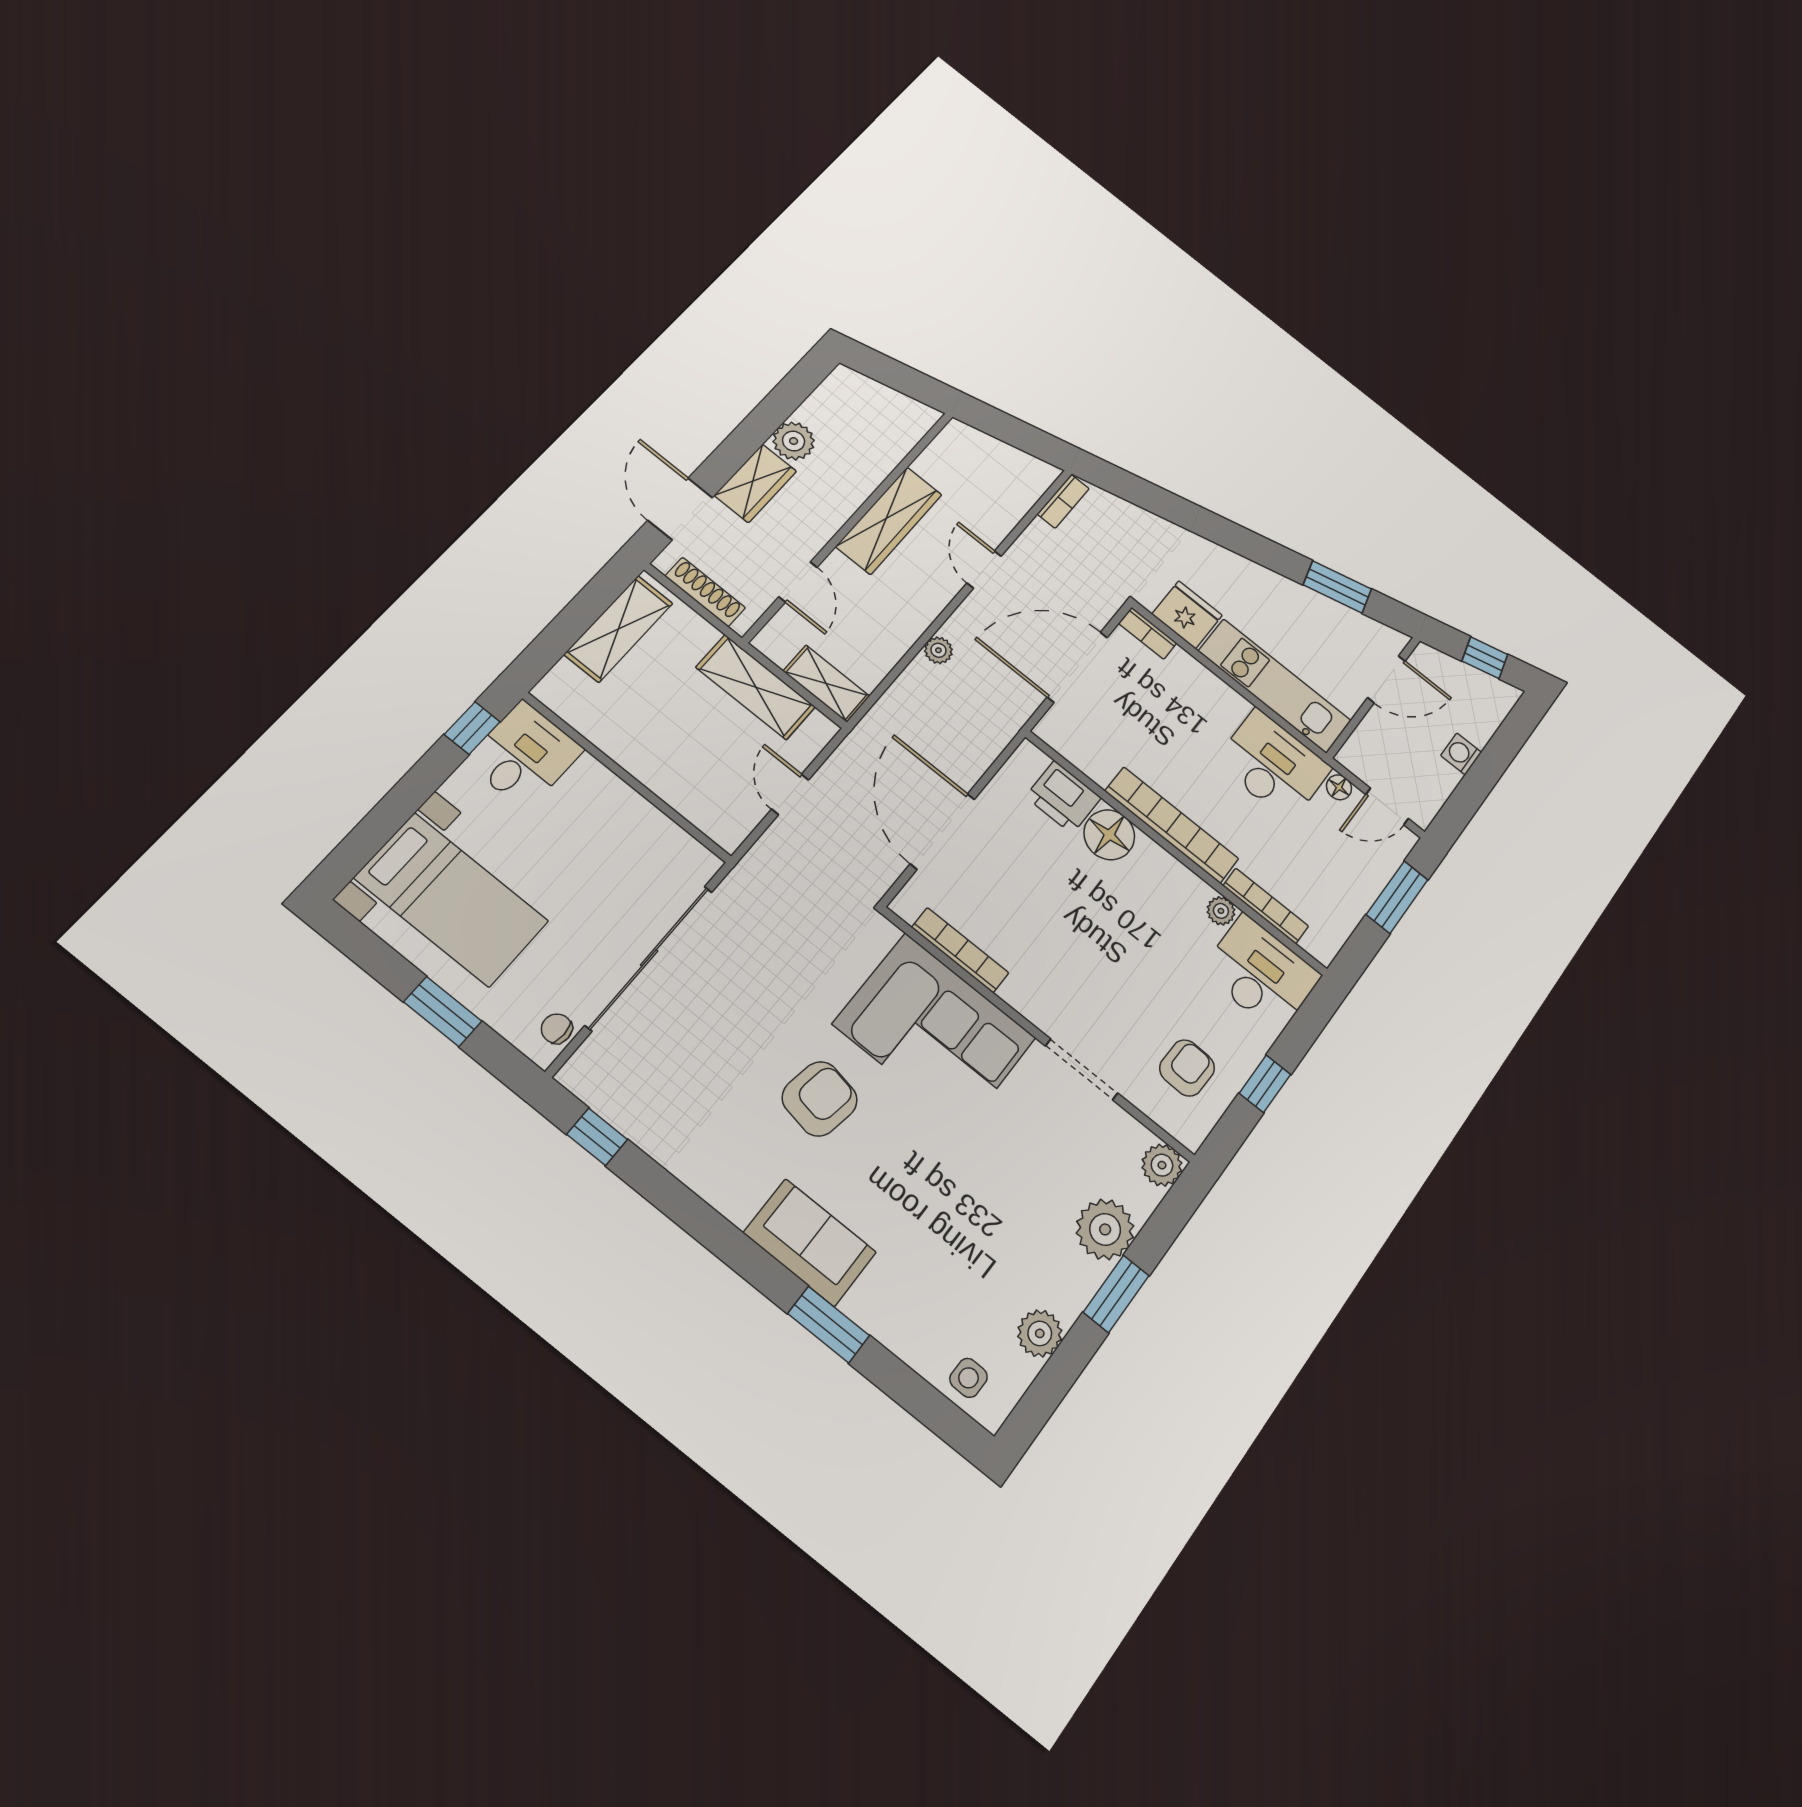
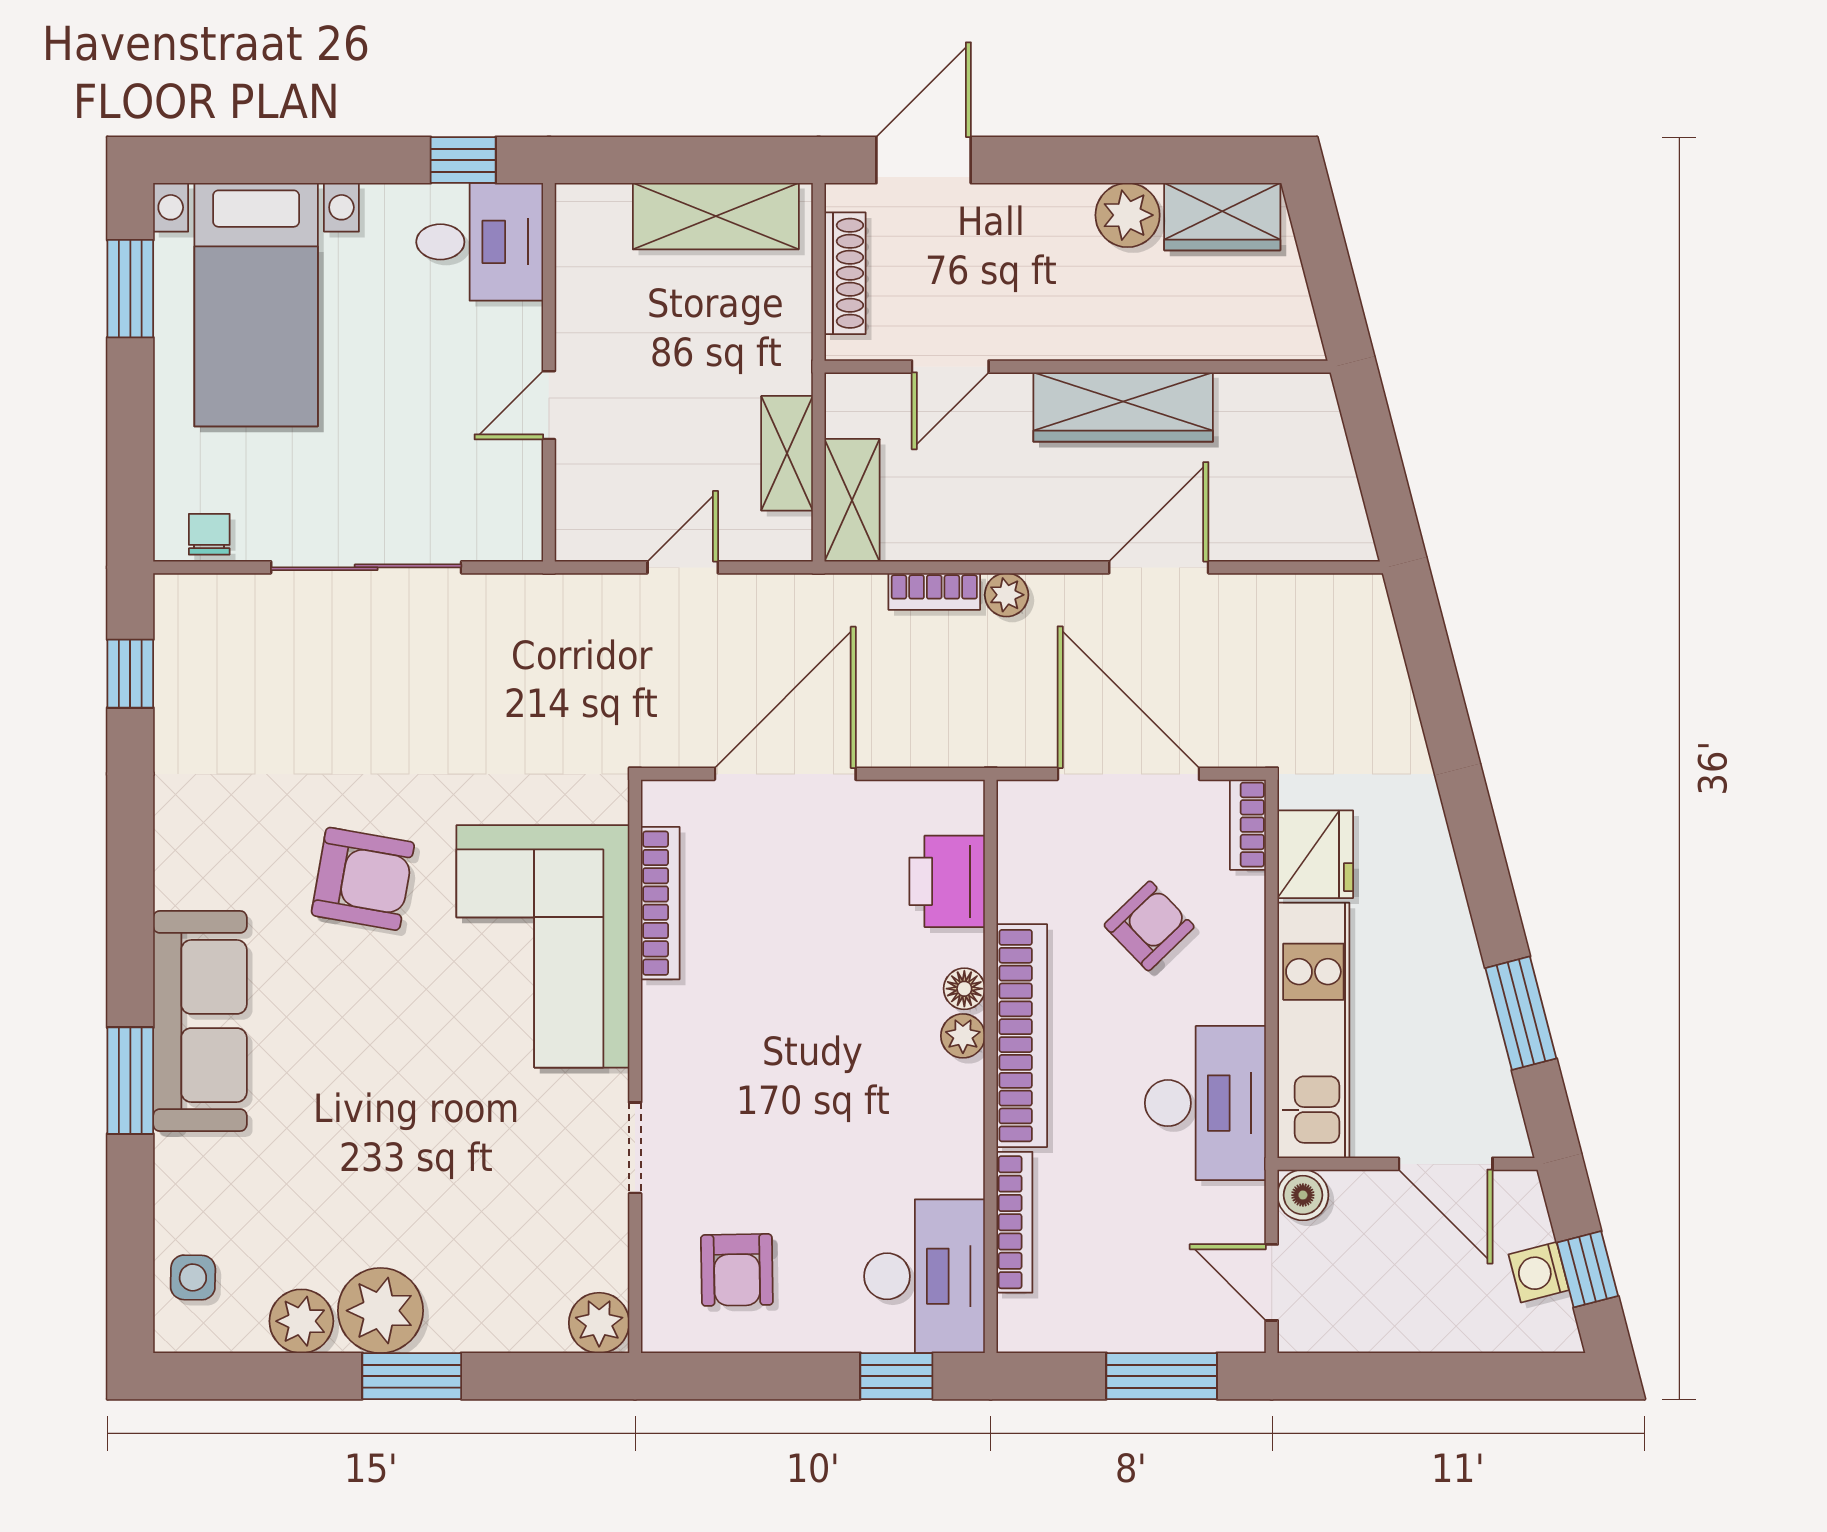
wardrobe: (755, 483) -> (1222, 217), moved
bookcase: (1063, 501) -> (934, 591), moved
door: (984, 570) -> (1159, 567), width x1.38
shelving: (756, 687) -> (787, 453), width x0.67, depth x0.75
armchair: (1163, 719) -> (1149, 926), added
washing machine: (1461, 754) -> (1539, 1272), moved, turned -105
boiler: (1354, 757) -> (1303, 1195), added
floor lamp: (1339, 787) -> (1246, 1205), removed
door: (644, 792) -> (549, 405), added
floor lamp: (1109, 835) -> (964, 989), width x0.53, depth x0.53
plant: (1221, 911) -> (963, 1036), moved
sliding door: (649, 958) -> (366, 567), width x0.73
window: (443, 1011) -> (130, 289), moved
armchair: (1187, 1068) -> (737, 1270), turned 87
doorway: (1082, 1069) -> (635, 1148), width x0.73
window: (1265, 1084) -> (896, 1376), moved
plant: (1105, 1229) -> (380, 1311), moved
sofa: (810, 1243) -> (200, 1021), width x1.36

